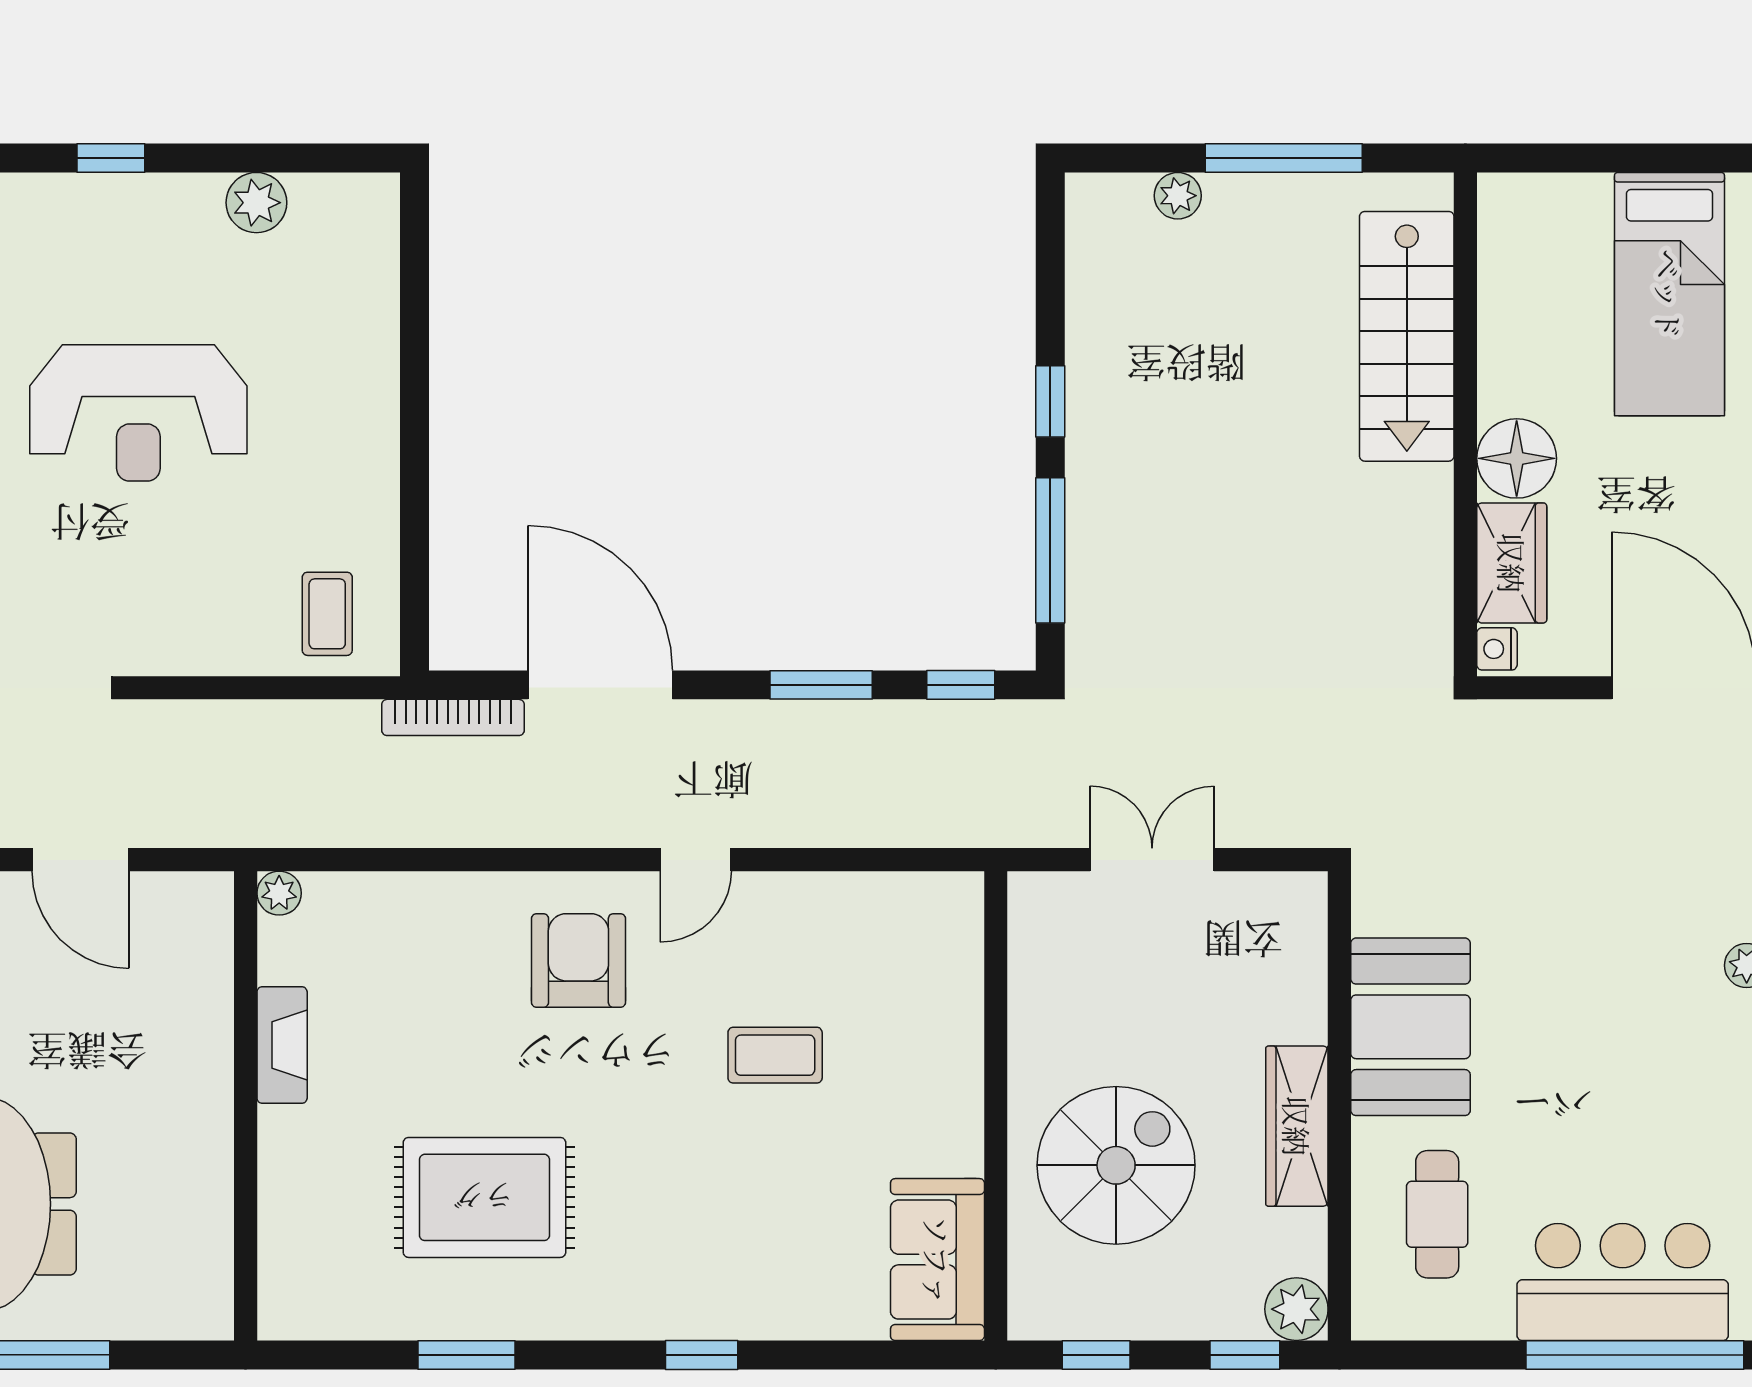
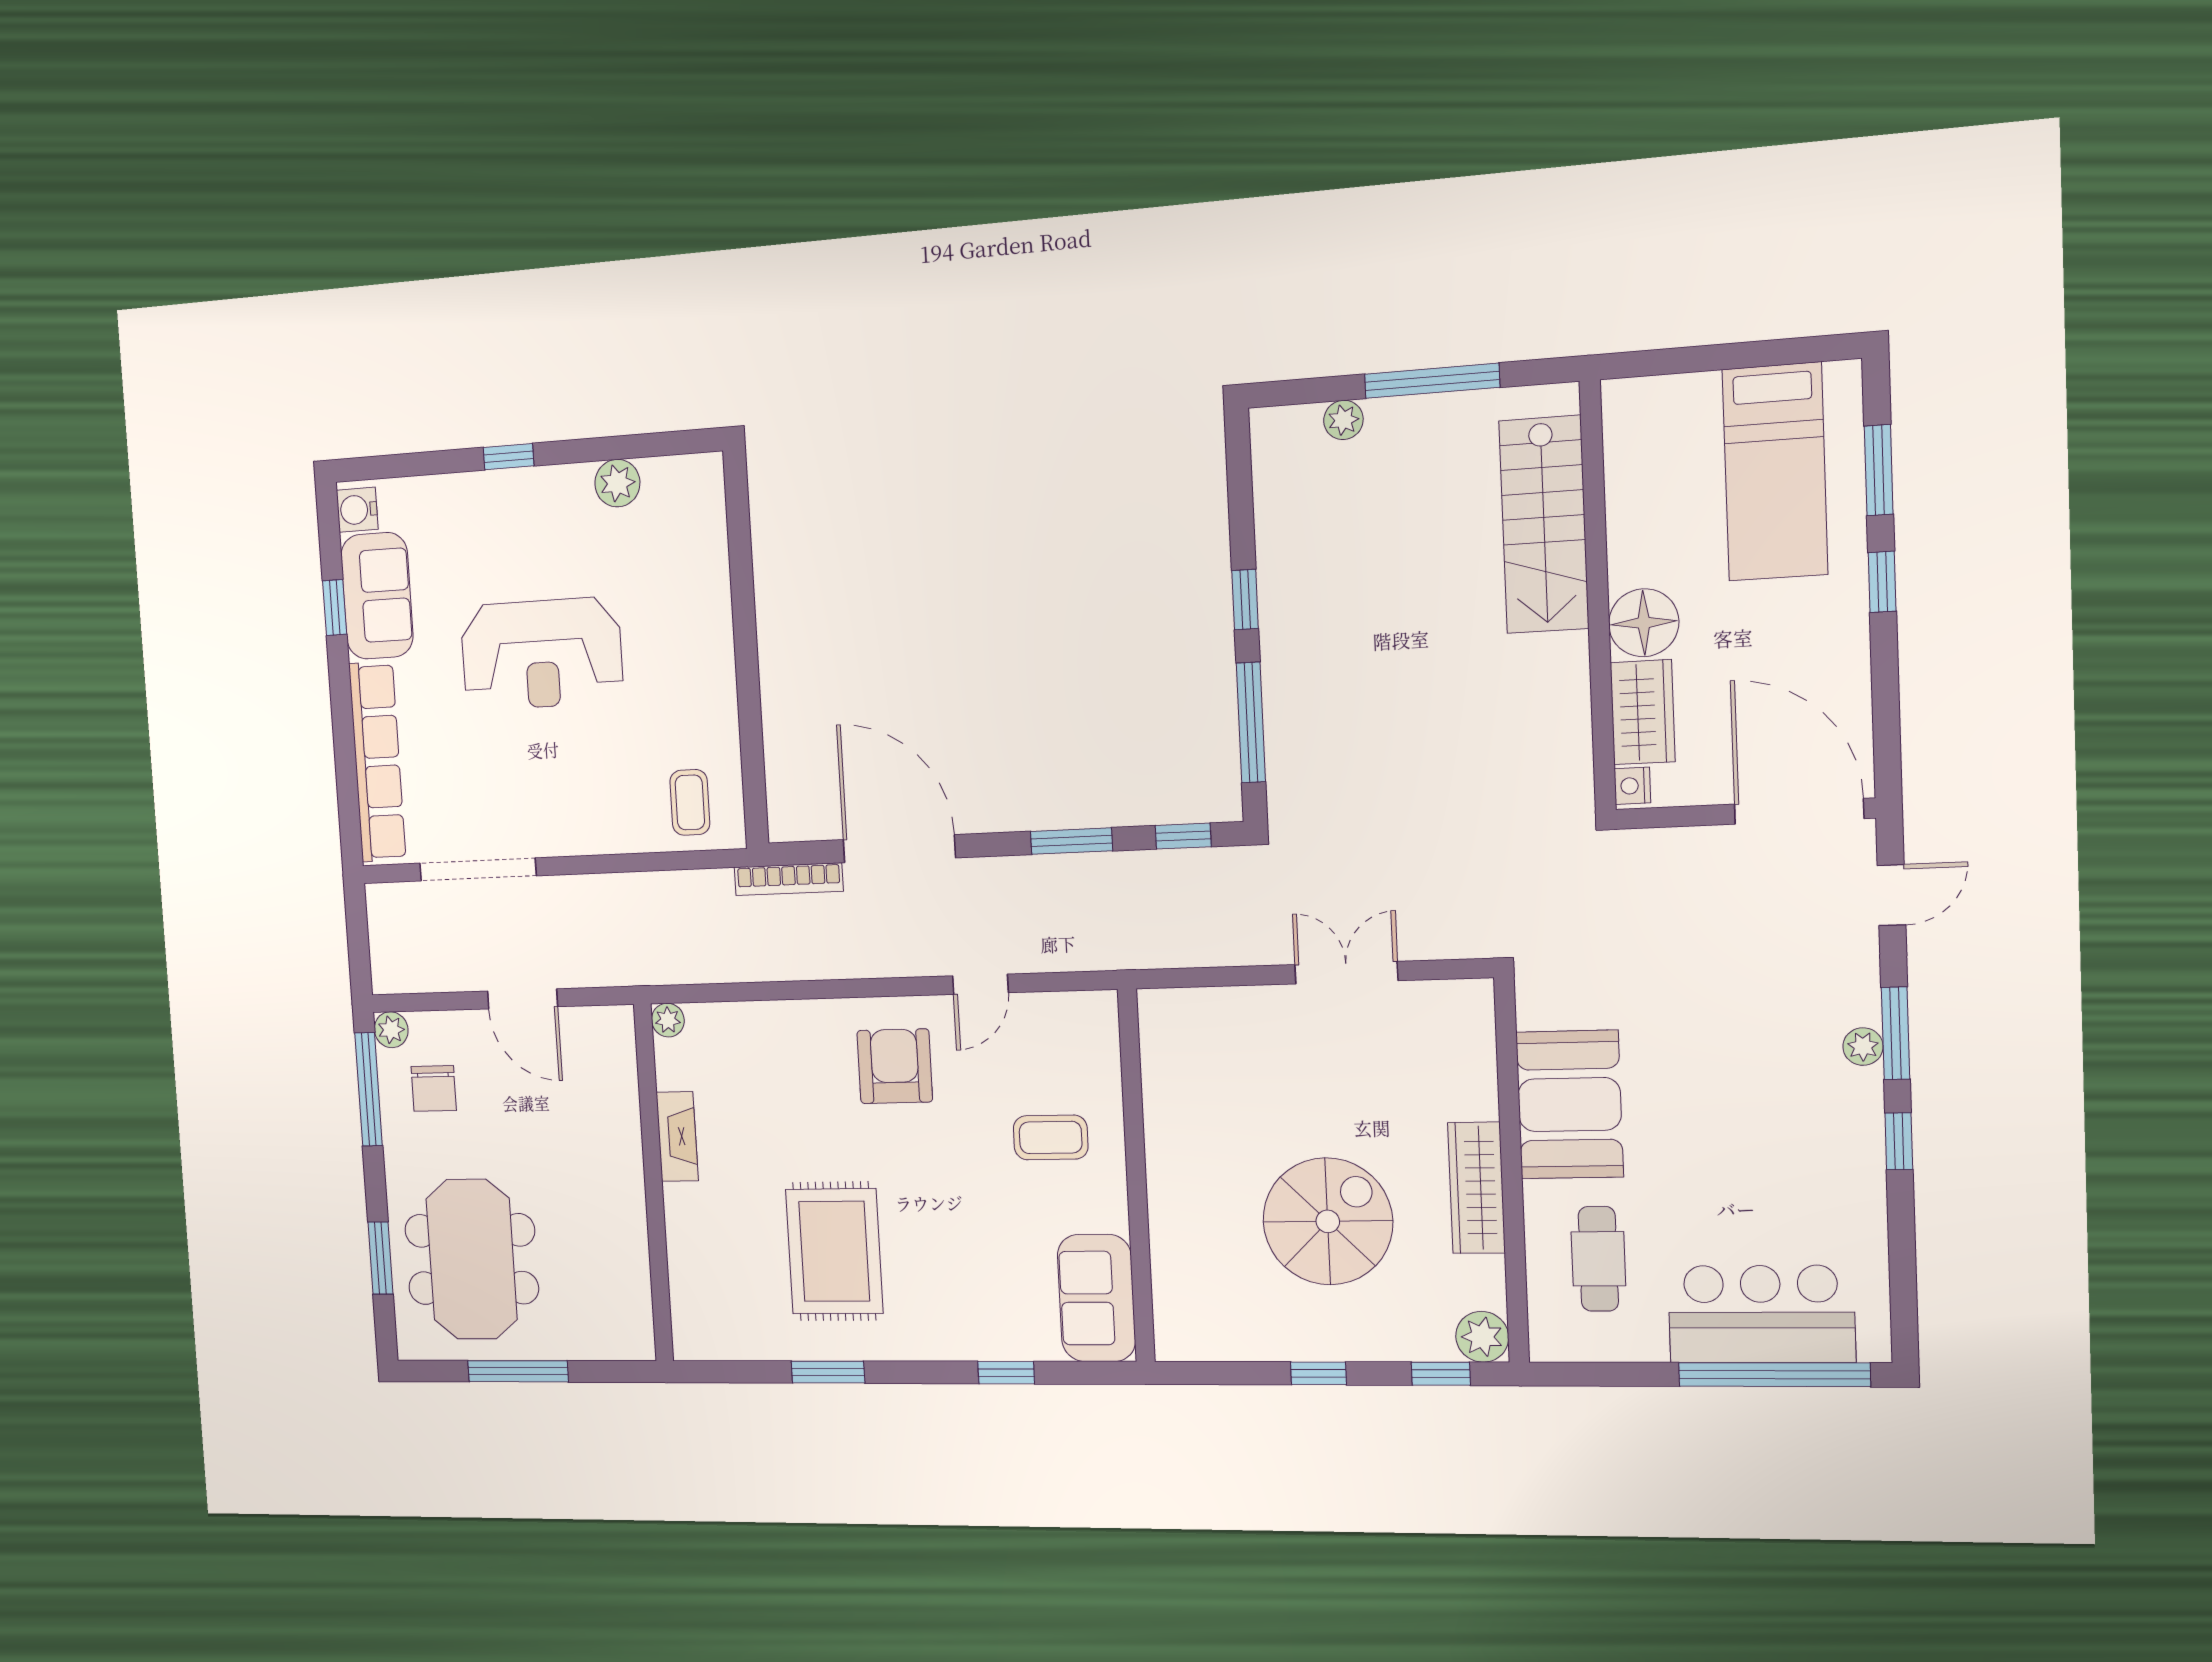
wall: (996, 1106) -> (1136, 1176), moved
rug: (484, 1197) -> (834, 1251), turned 90
sofa: (937, 1260) -> (1096, 1298), moved

